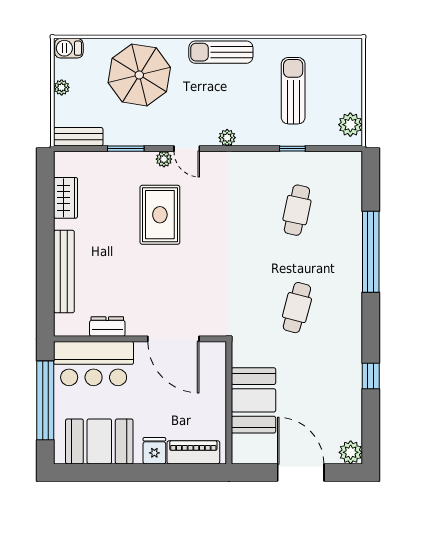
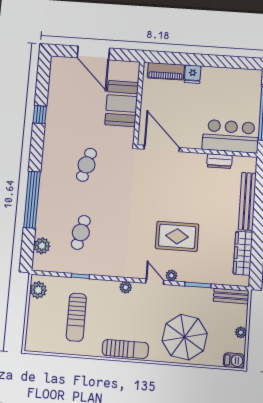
wardrobe: (66, 198) -> (243, 253), width x1.50
rug: (160, 215) -> (177, 236), turned 90
door: (173, 339) -> (162, 148), moved
booth: (99, 441) -> (230, 83), removed
plant: (351, 452) -> (42, 246), moved

